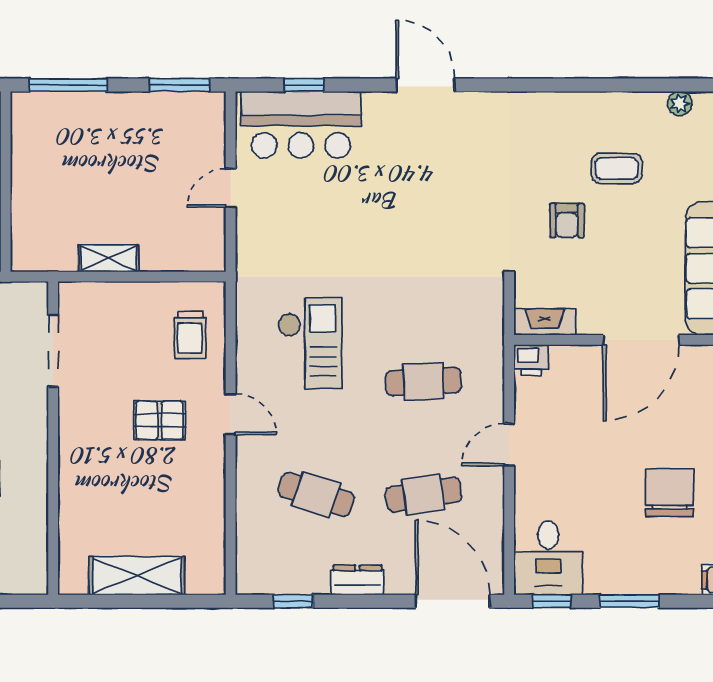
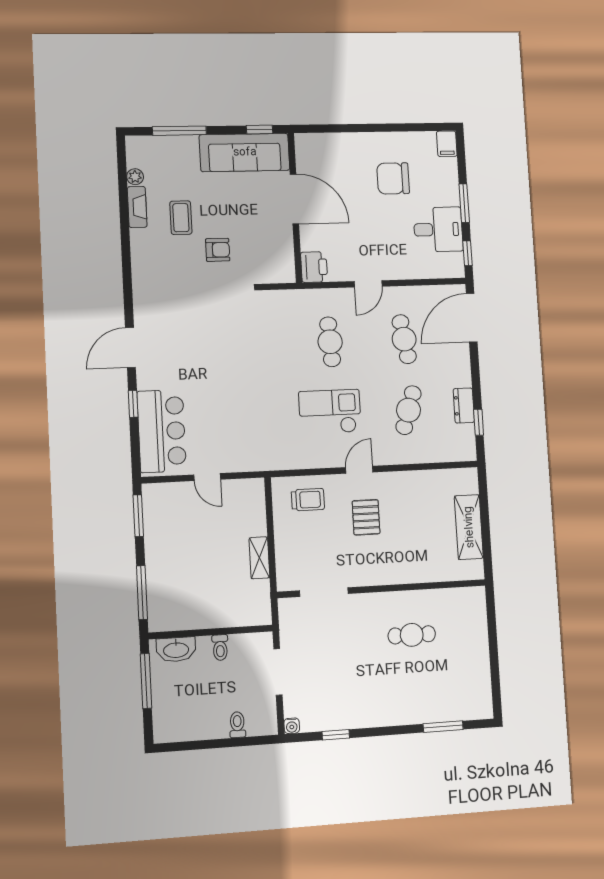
window: (304, 85) -> (133, 404), moved
fireplace: (545, 322) -> (137, 207), moved, turned 180
checkout: (310, 343) -> (330, 412), moved
printer: (531, 360) -> (314, 267), width x1.36, depth x1.24
door: (509, 445) -> (368, 284), hinge flipped
desk: (548, 558) -> (438, 229), moved
dresser: (358, 580) -> (464, 406), moved

